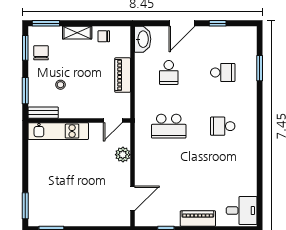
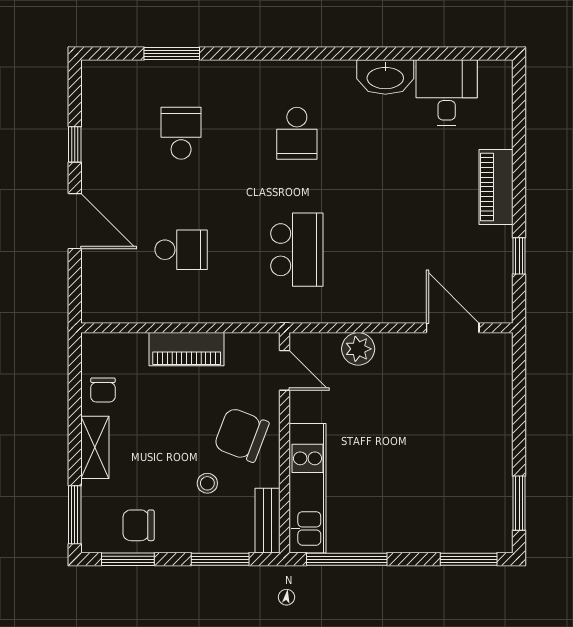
washbasin: (143, 39) -> (385, 77), moved, turned 180
chair: (83, 100) -> (241, 435), added
window: (25, 149) -> (347, 559), added
desk: (242, 211) -> (447, 93), moved

